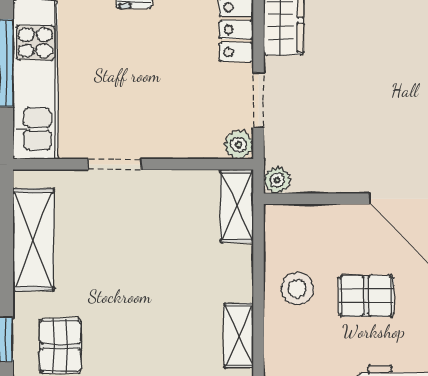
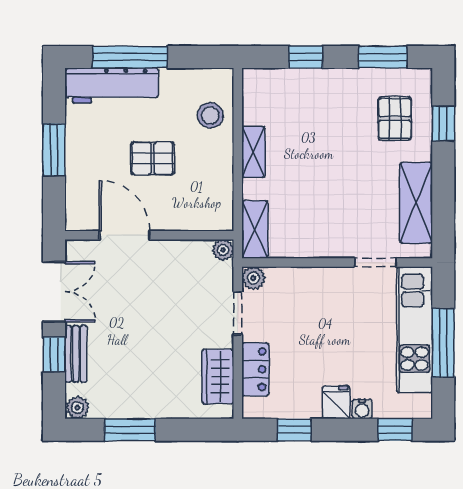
doorway: (115, 164) -> (375, 262), moved
stool: (297, 289) -> (210, 115), moved
shelving: (239, 336) -> (253, 152), moved

